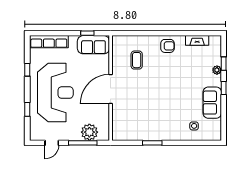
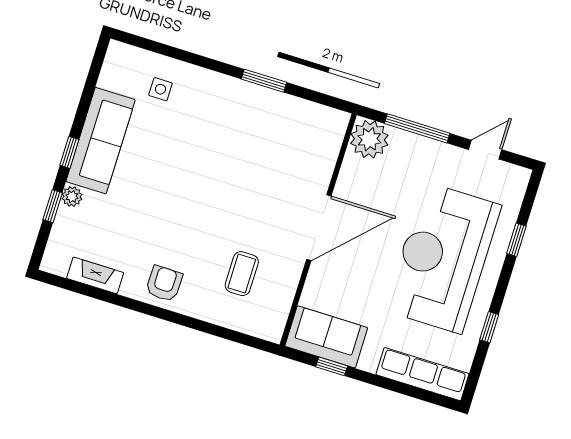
armchair: (167, 46) -> (164, 284), turned 91
sofa: (212, 103) -> (101, 141), width x1.36
plant: (89, 132) -> (369, 139), moved

